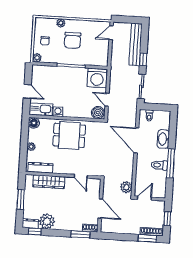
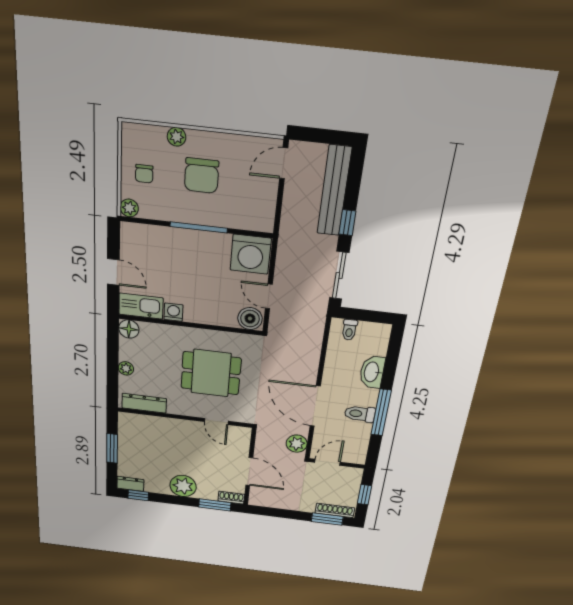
dining table: (69, 135) -> (211, 373), moved
door: (136, 140) -> (315, 406), moved
wardrobe: (49, 182) -> (160, 426), removed
plant: (47, 221) -> (183, 486), moved

